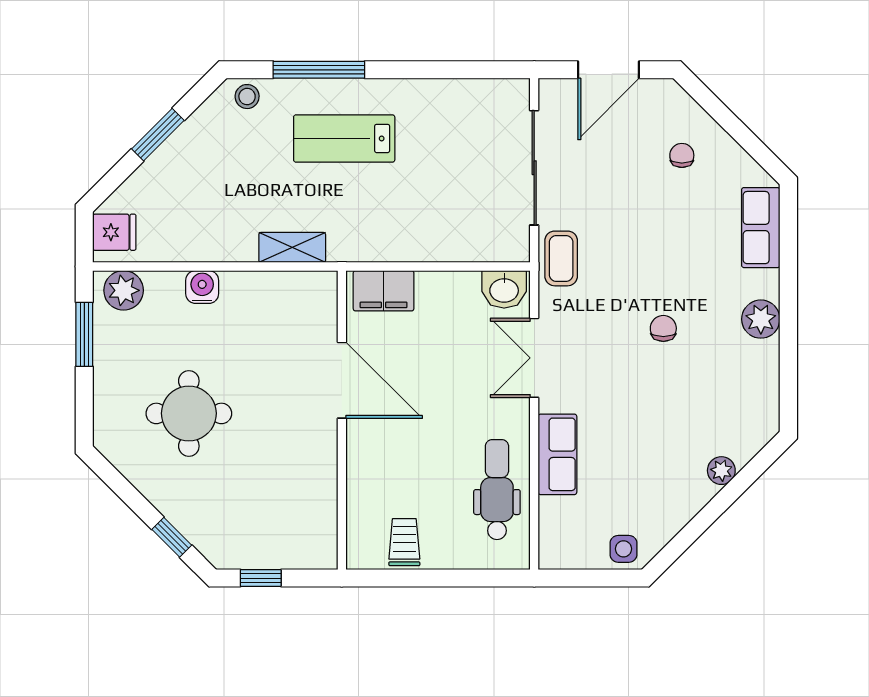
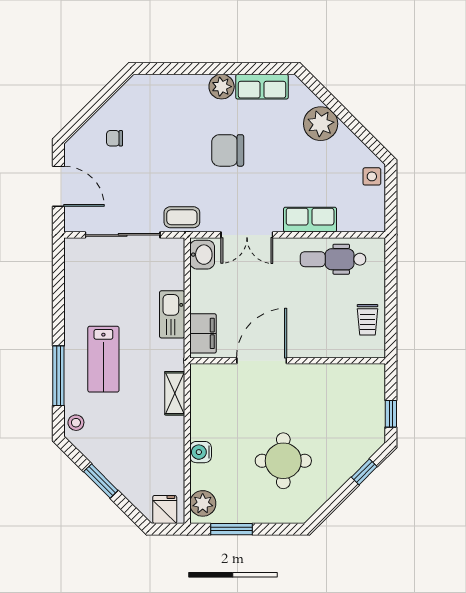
row of seats: (761, 228) -> (262, 87), moved
kitchen sink: (413, 243) -> (172, 314), added
chair: (663, 328) -> (228, 150), width x1.87, depth x1.87
plant: (721, 471) -> (321, 124), width x1.88, depth x1.88
trolley: (404, 542) -> (367, 320), turned -90

